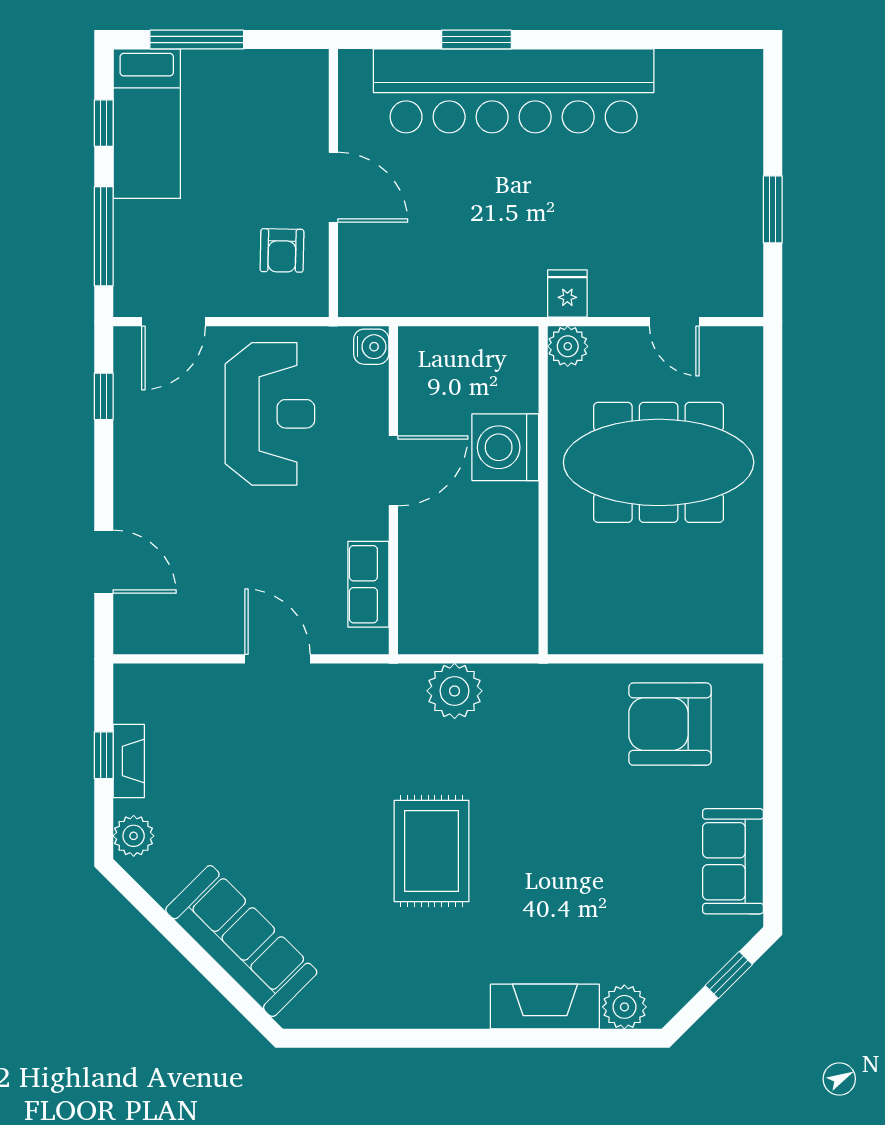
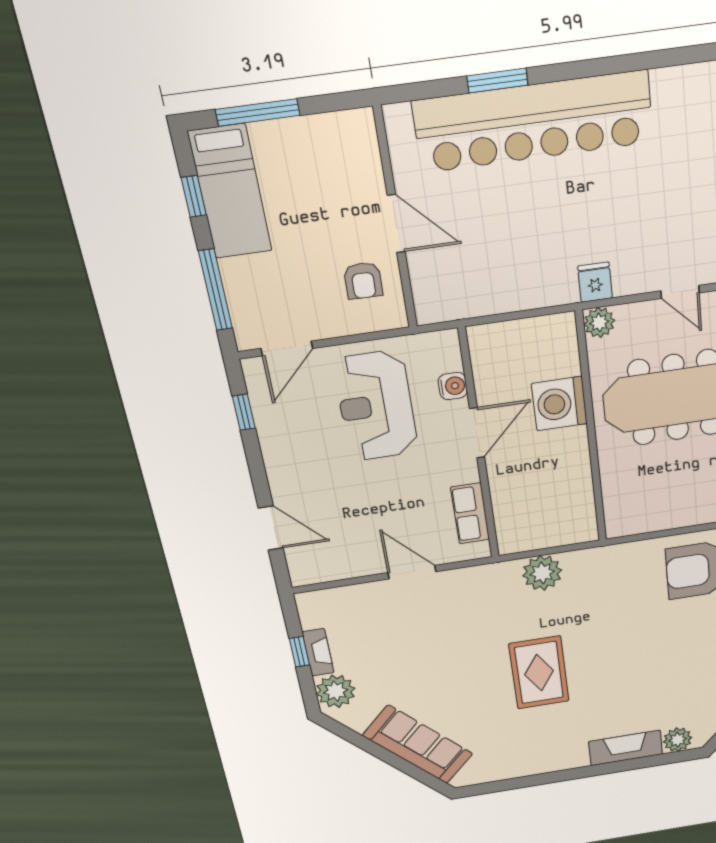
water cooler: (371, 347) -> (453, 386), moved
reception desk: (270, 414) -> (376, 406), turned 180
plant: (134, 836) -> (336, 691), width x1.36, depth x1.36

